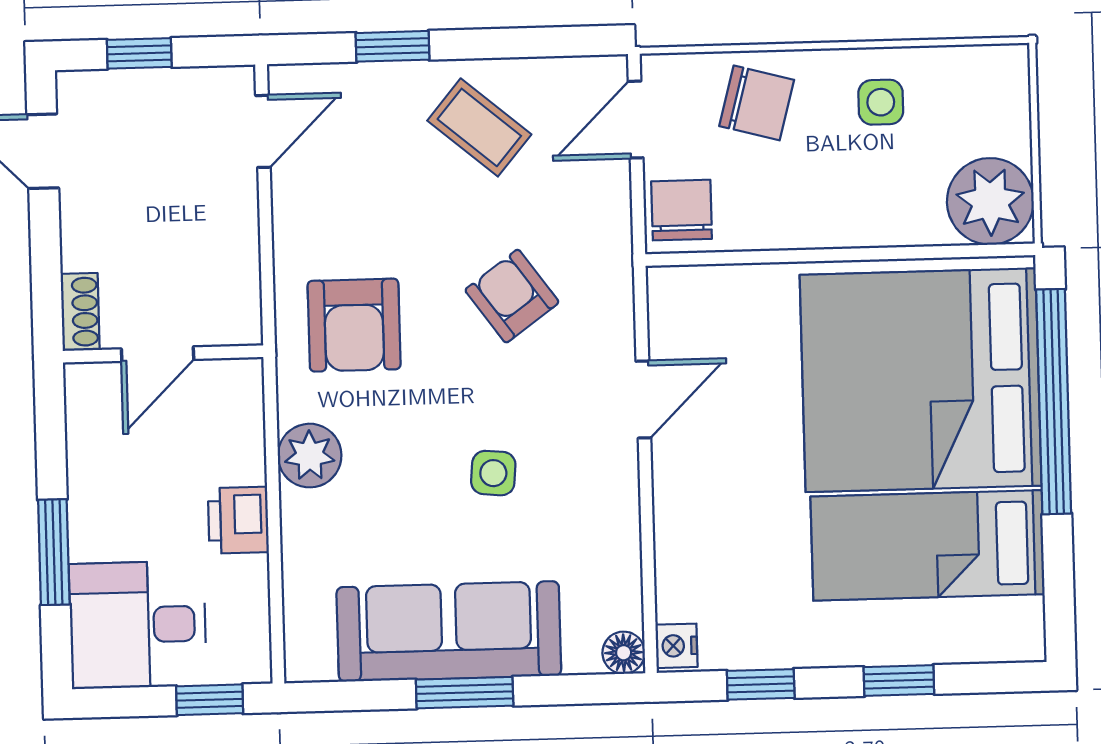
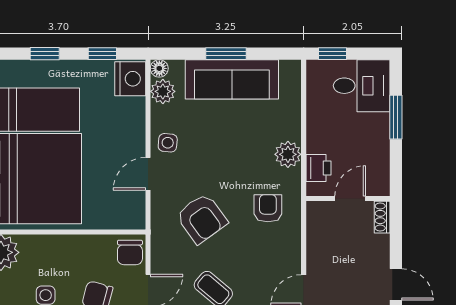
armchair: (512, 296) -> (202, 219), width x1.38, depth x1.38
armchair: (354, 325) -> (268, 208), width x0.72, depth x0.72
side table: (493, 473) -> (168, 143), moved
printer: (238, 520) -> (318, 168), moved
plant: (614, 598) -> (163, 91), added
nightstand: (677, 646) -> (130, 79), width x1.89, depth x1.79

